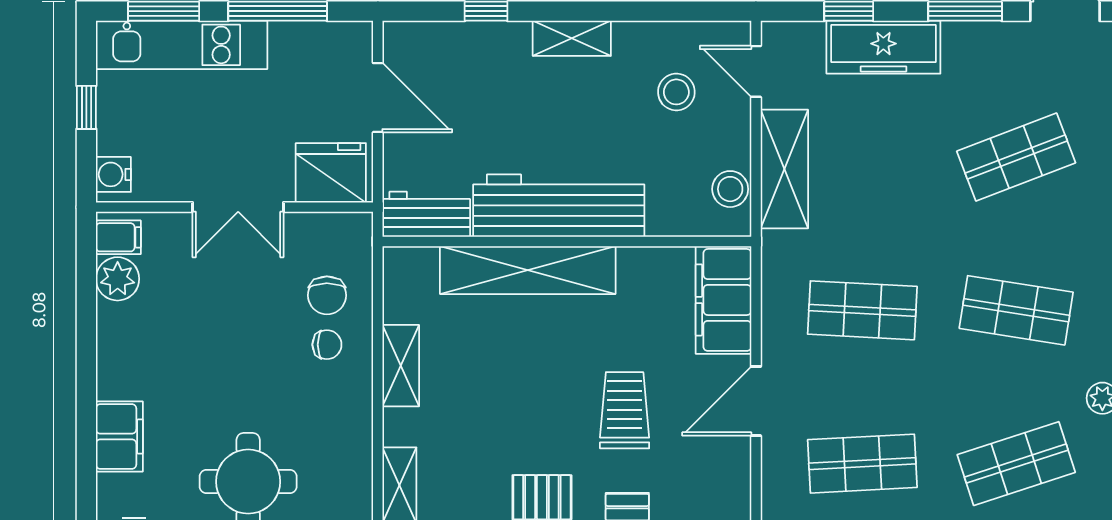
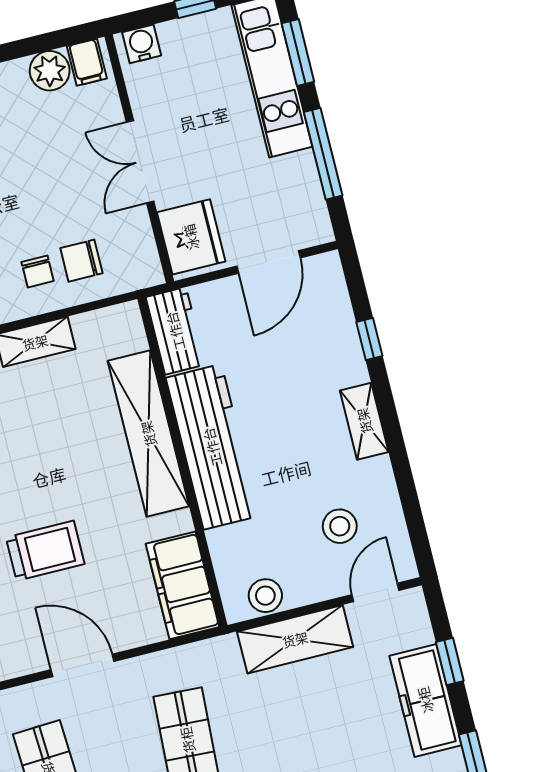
filing cabinet: (723, 300) -> (183, 585), moved, turned -90

